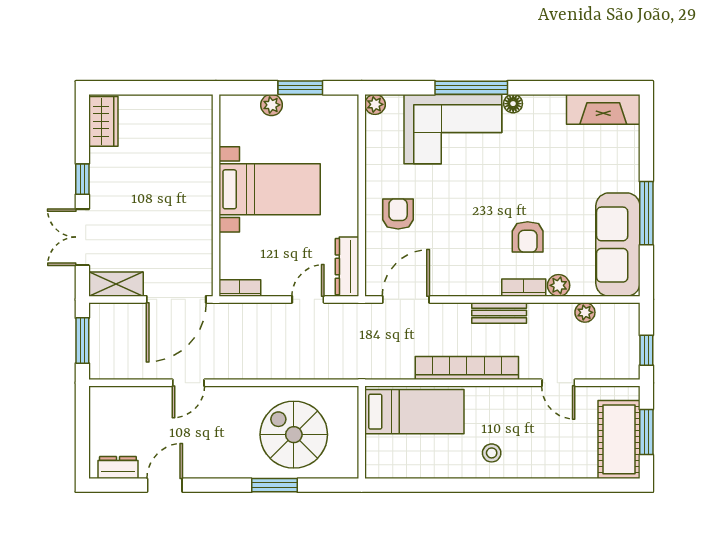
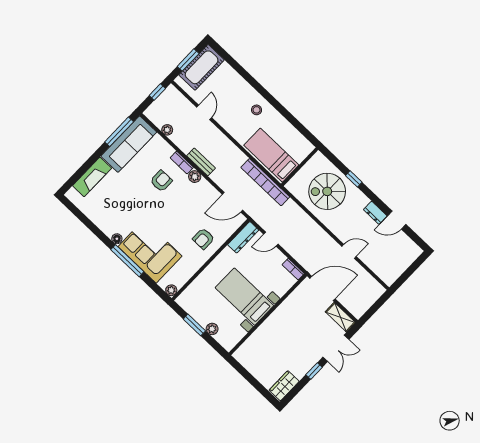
fireplace: (603, 109) -> (92, 177), moved, turned 90
window: (646, 213) -> (119, 132), moved
plant: (559, 285) -> (195, 177), moved
window: (82, 341) -> (375, 308), removed
bookcase: (467, 368) -> (265, 182), moved
spiral stairs: (294, 435) -> (327, 191), turned 90
dresser: (118, 467) -> (375, 213), moved
window: (275, 485) -> (354, 179), width x0.67

